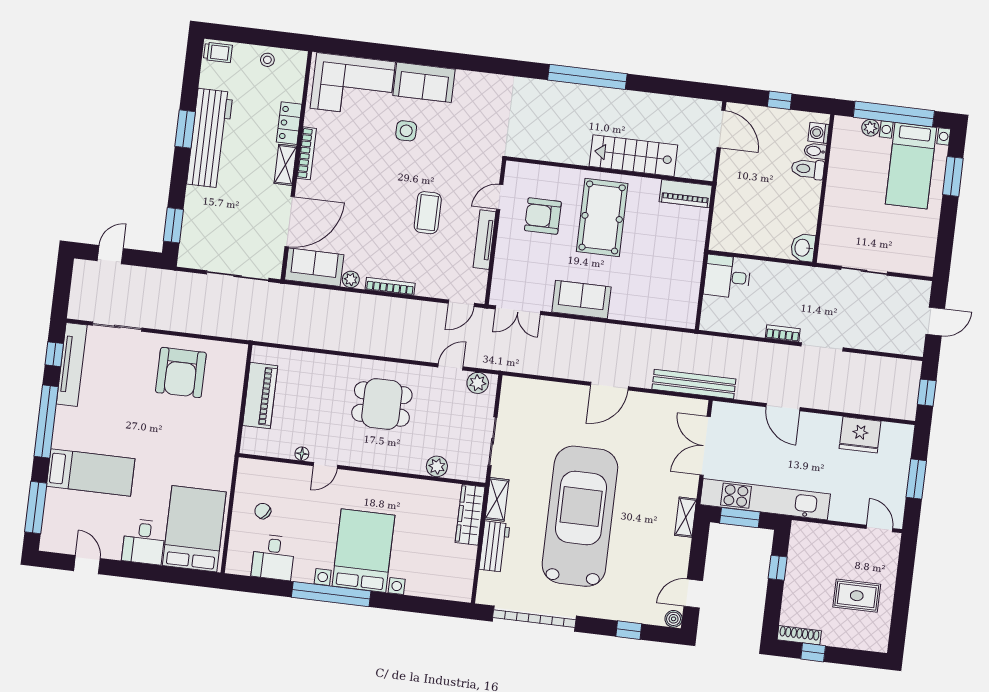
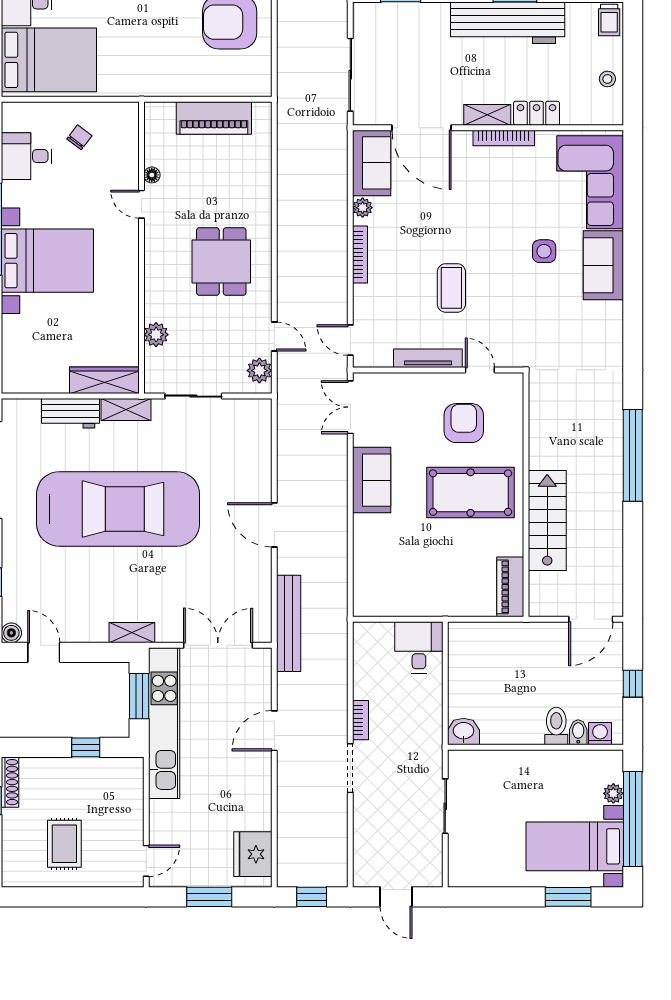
coffee table: (428, 213) -> (451, 288), turned 90
fridge: (860, 435) -> (253, 854), moved

